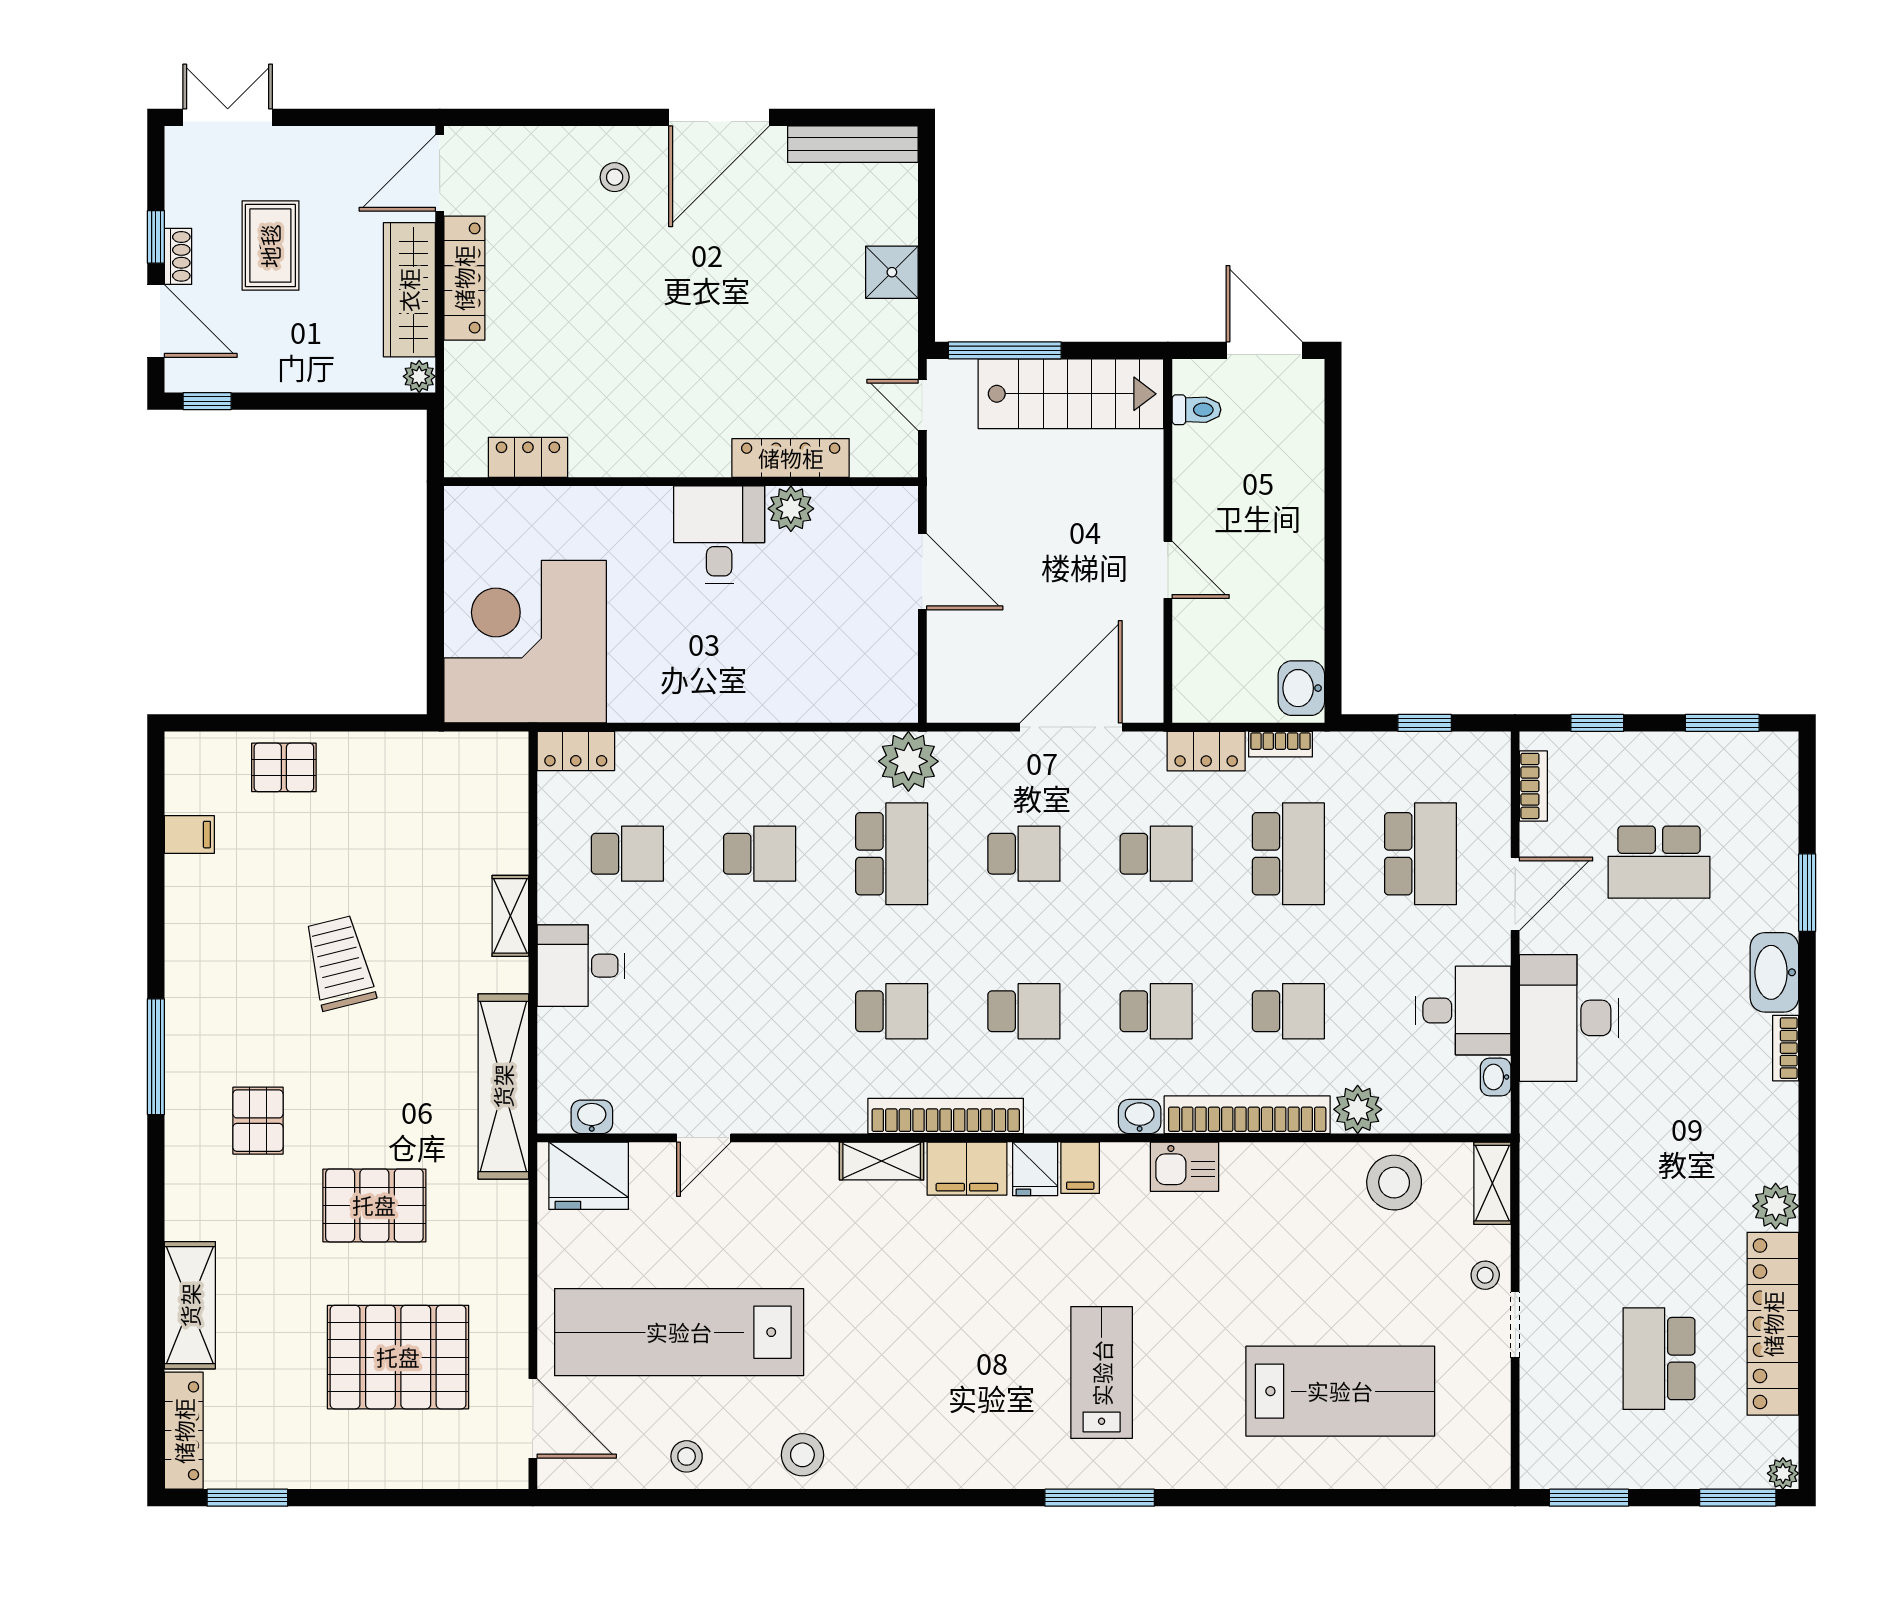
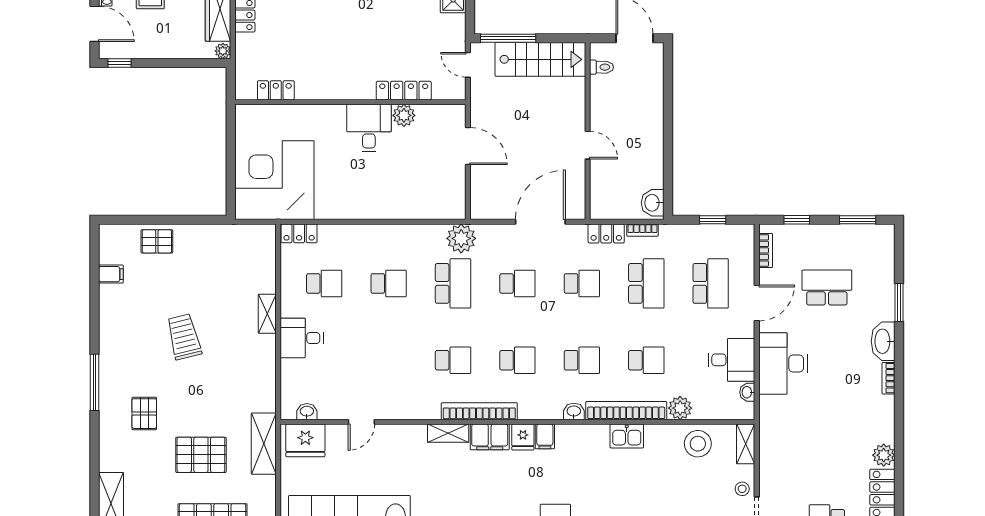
school desk: (1659, 862) -> (827, 287), turned 180
shelving: (503, 1086) -> (264, 444), moved, width x0.68
kitchen sink: (1185, 1167) -> (627, 436), moved

